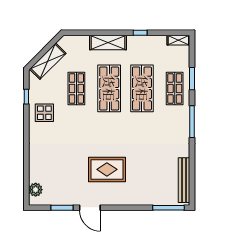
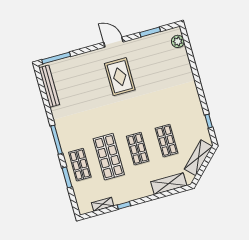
shelving: (178, 40) -> (103, 204), moved
shelving: (108, 42) -> (169, 184), moved
shop shelf: (109, 88) -> (138, 149), width x0.70, depth x0.74
display table: (44, 113) -> (189, 111), removed
rug: (107, 169) -> (120, 77), turned 90
door: (90, 208) -> (113, 42), moved

